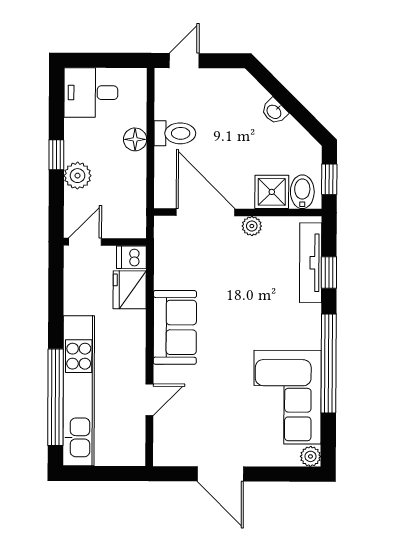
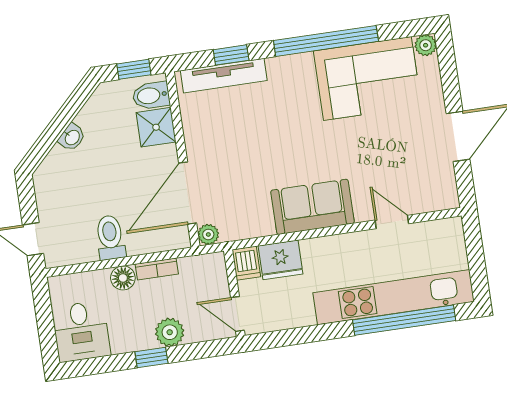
bookcase: (139, 172) -> (157, 269), added
plant: (252, 226) -> (208, 234), moved

